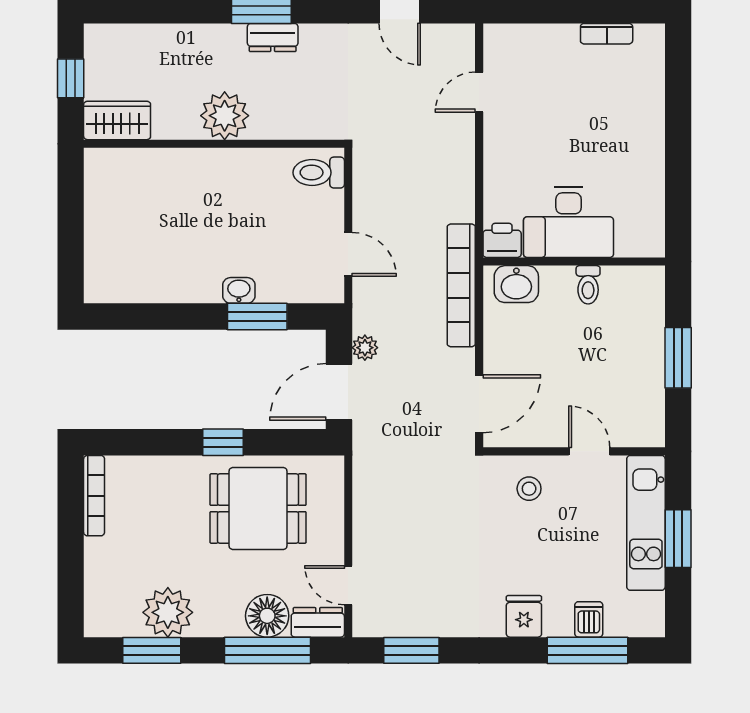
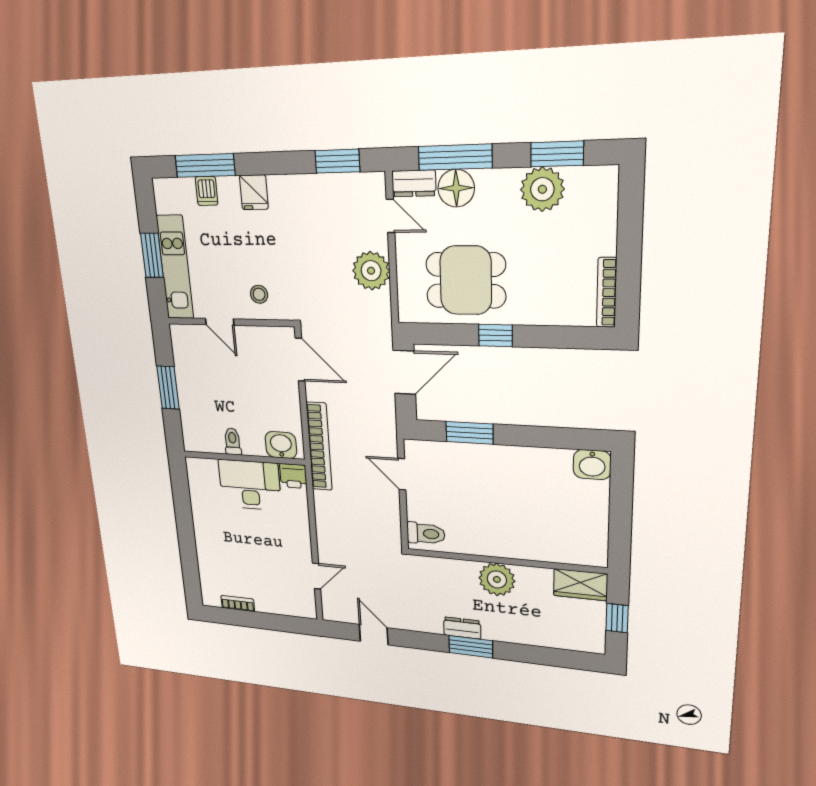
washbasin: (239, 290) -> (592, 465), moved, width x1.38, depth x1.45
plant: (365, 348) -> (371, 271), moved, width x1.88, depth x1.88
door: (479, 404) -> (300, 360), swing flipped

